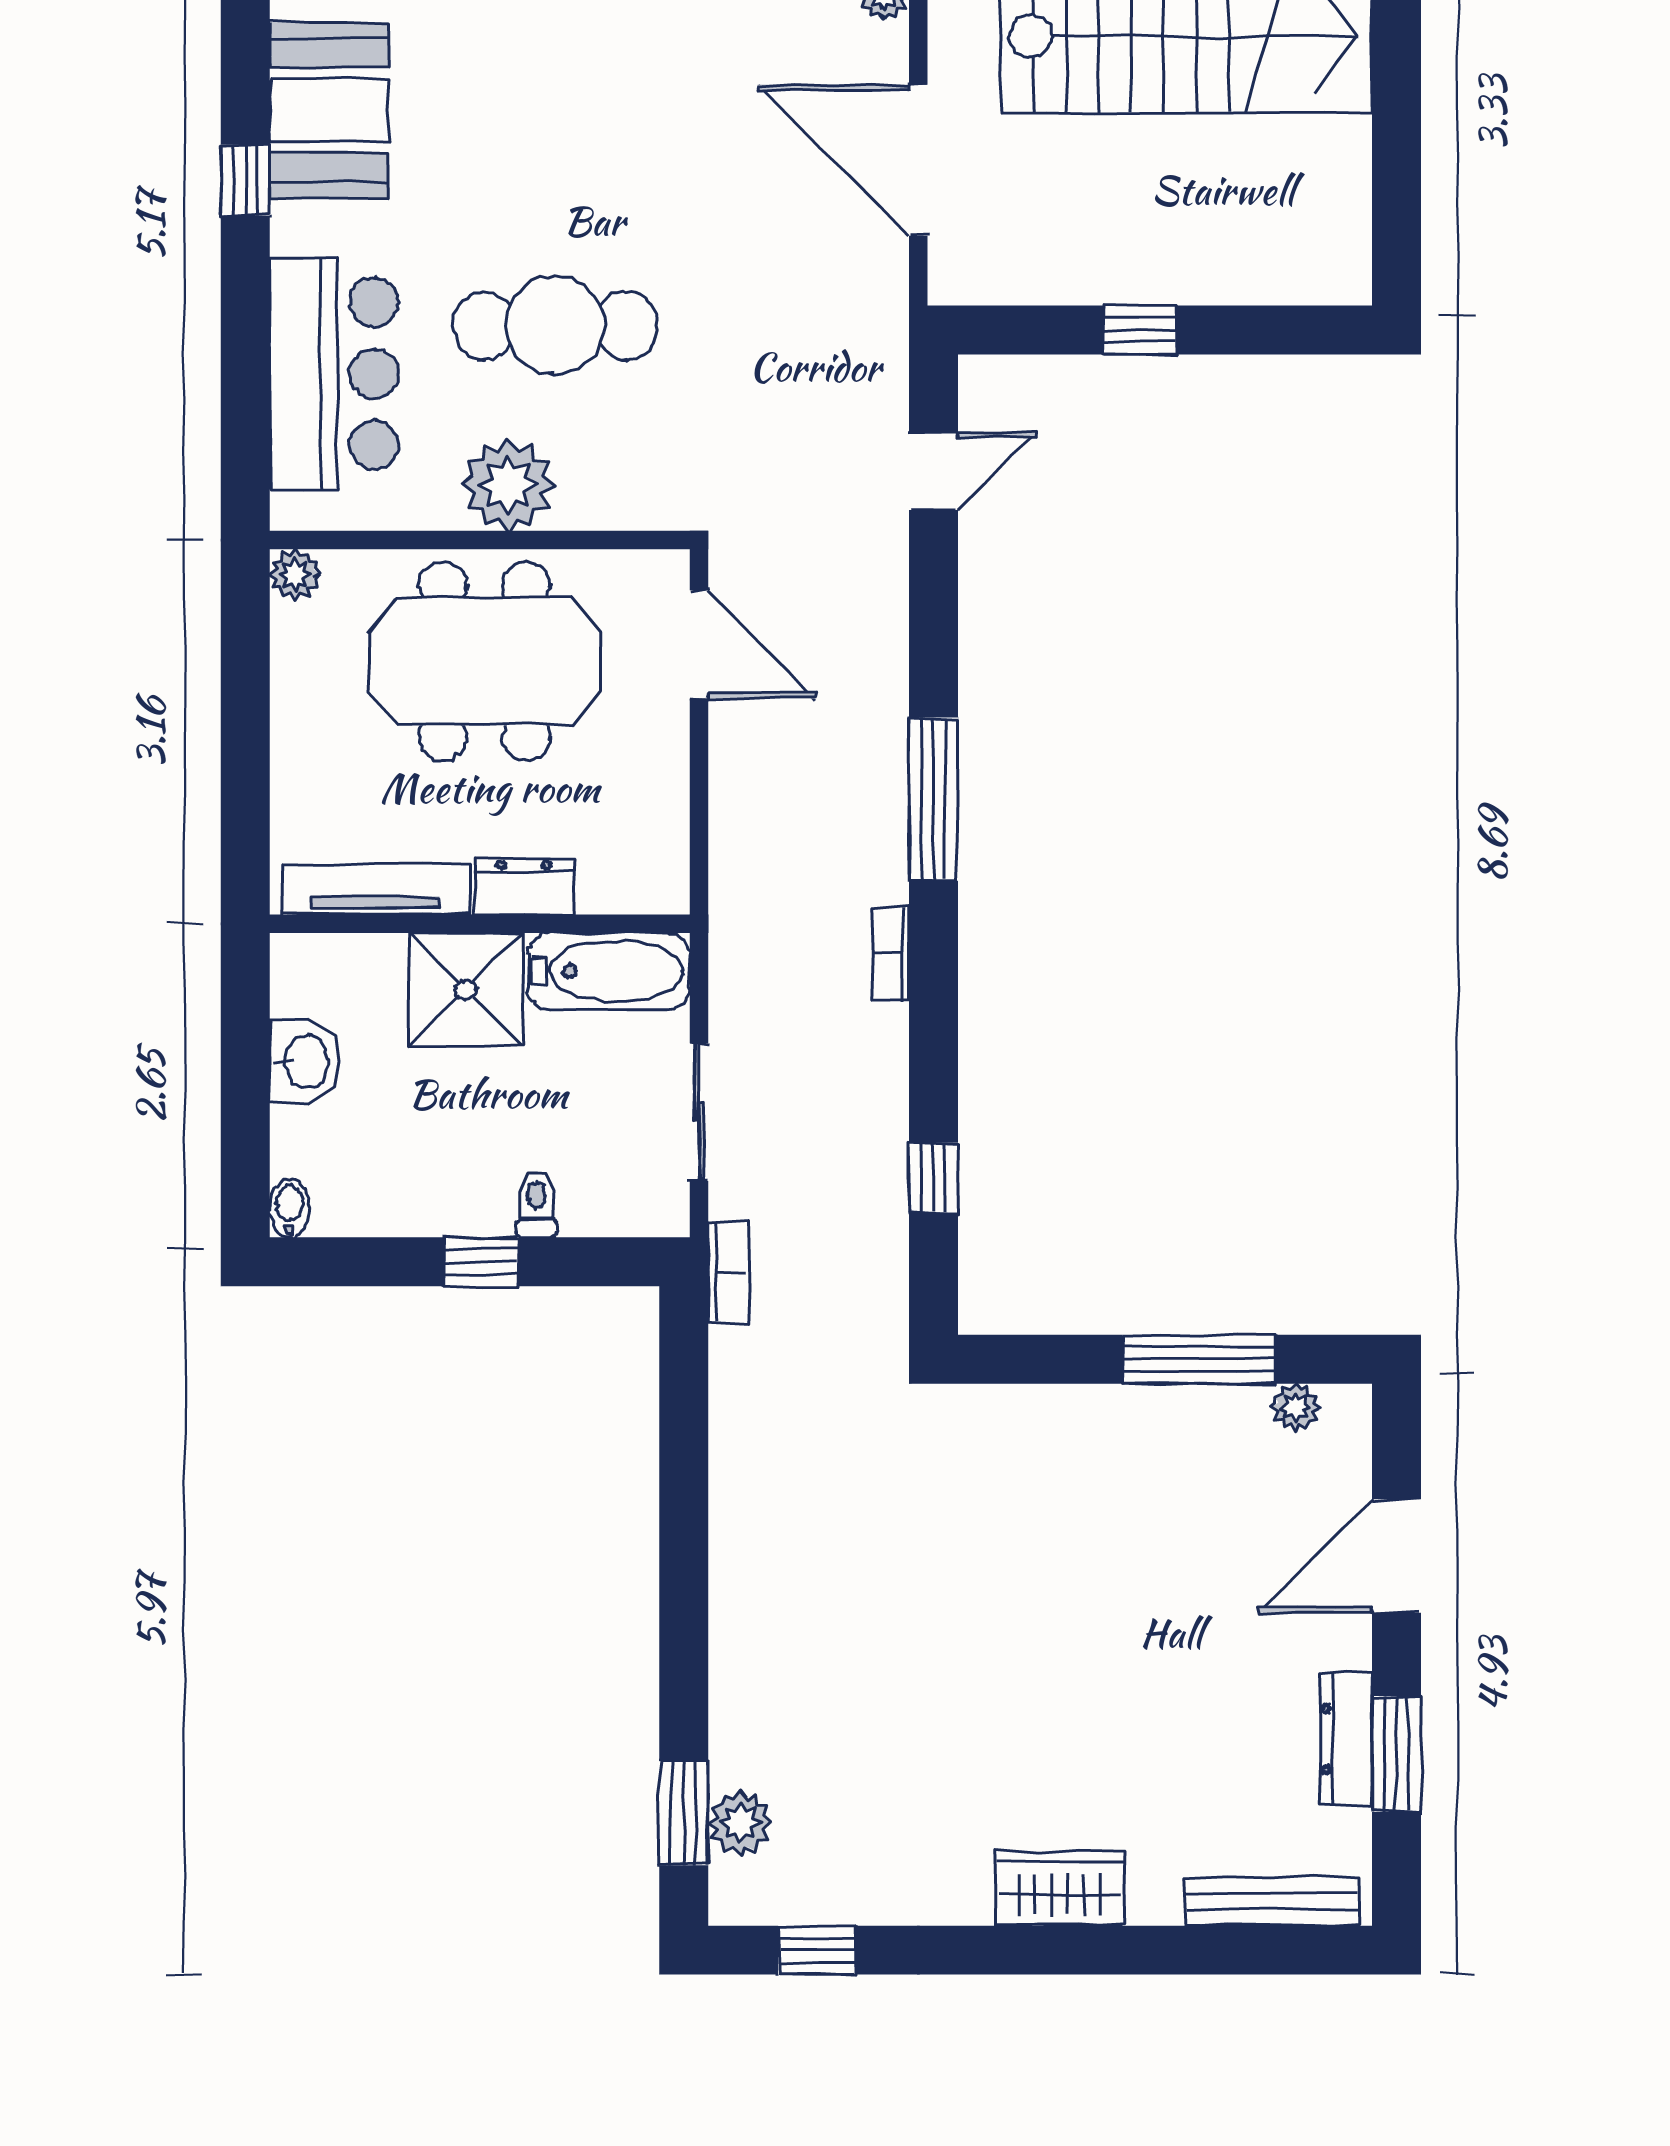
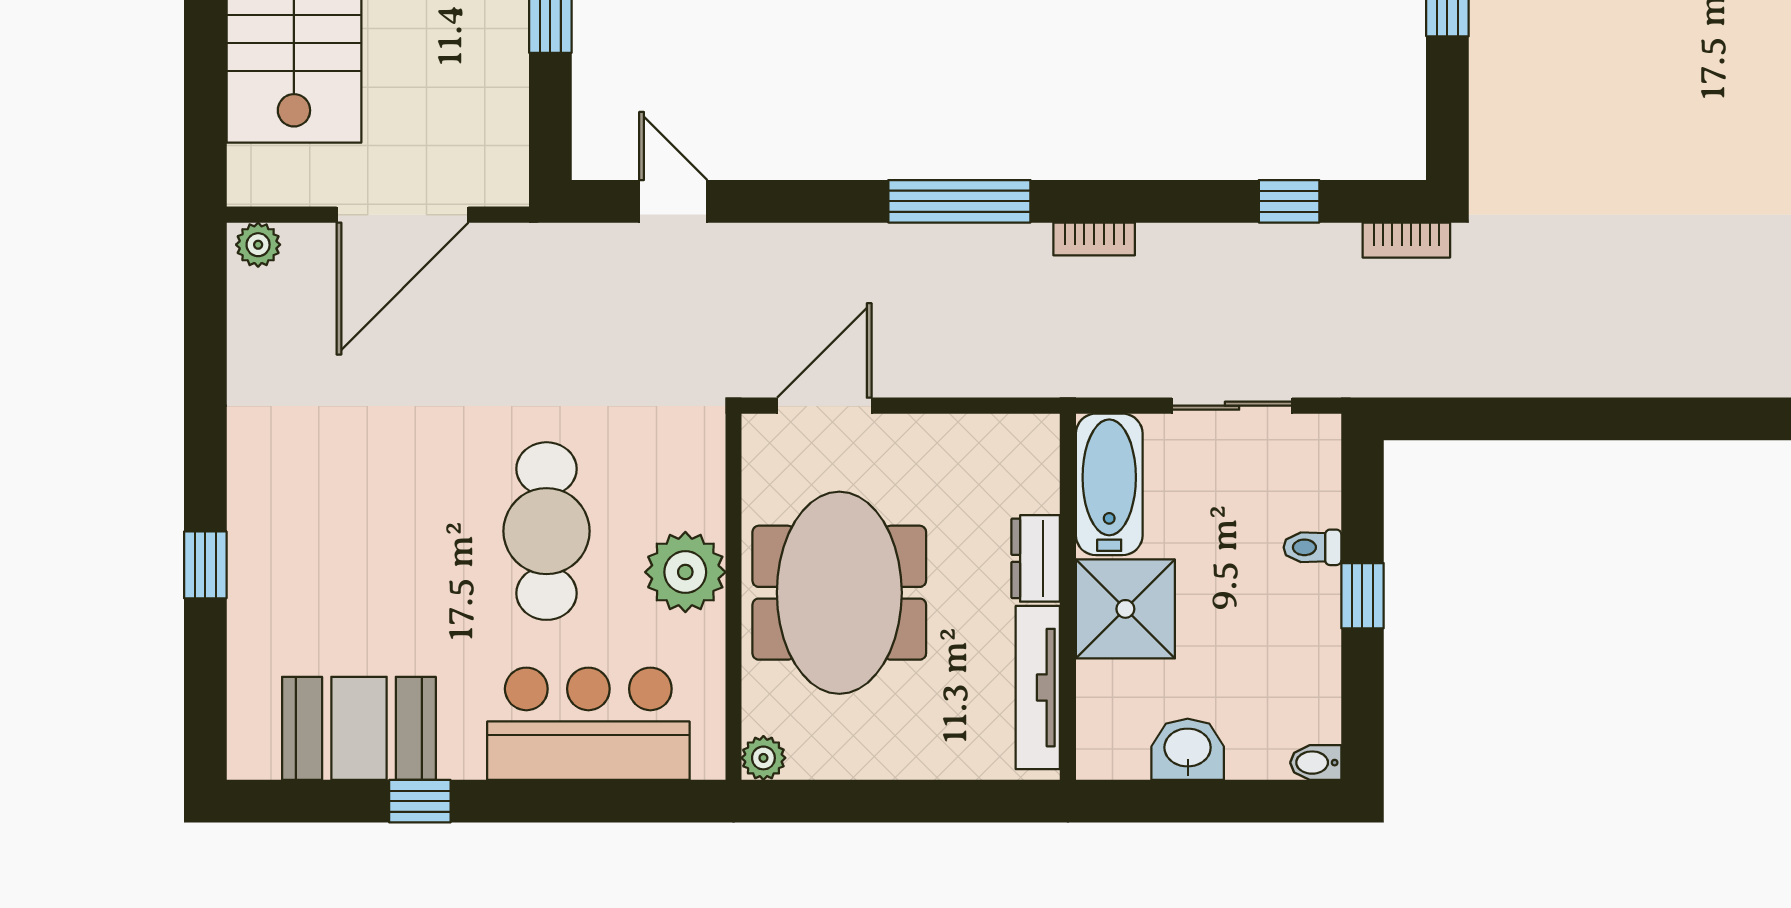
bookcase: (728, 1273) -> (1406, 240), moved, turned 180

